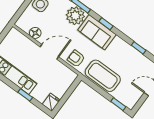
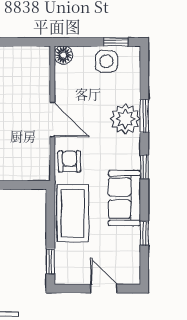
sofa: (97, 32) -> (124, 198), moved
floor lamp: (35, 33) -> (63, 55), moved

